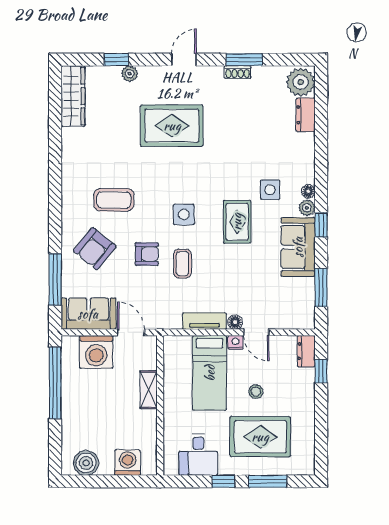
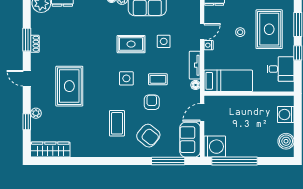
side table: (270, 190) -> (164, 41), moved
floor lamp: (235, 322) -> (196, 85), moved
washing machine: (96, 352) -> (215, 147), moved
bed: (210, 373) -> (228, 81), moved
shelving: (149, 390) -> (239, 101), removed

